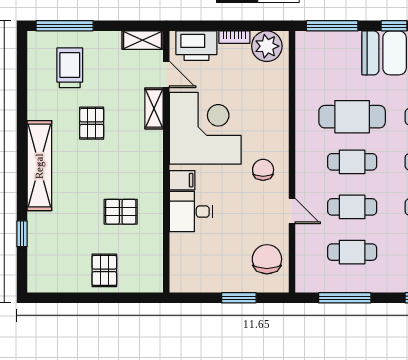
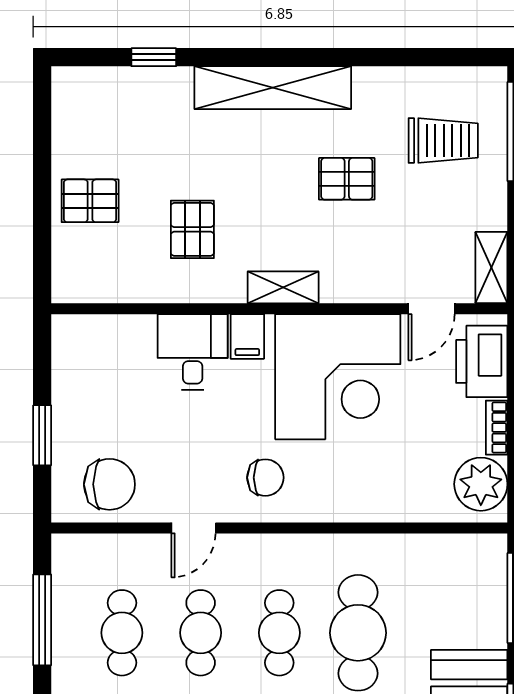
shelving: (154, 108) -> (283, 287), moved

